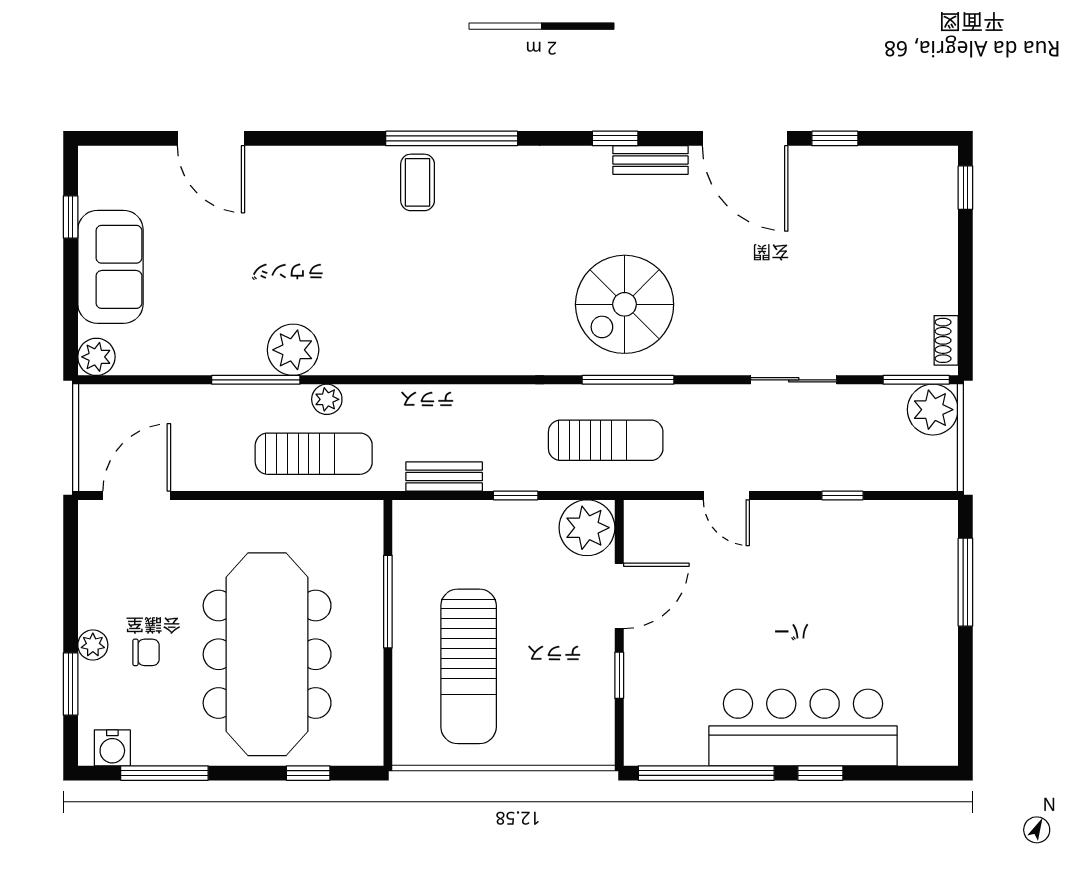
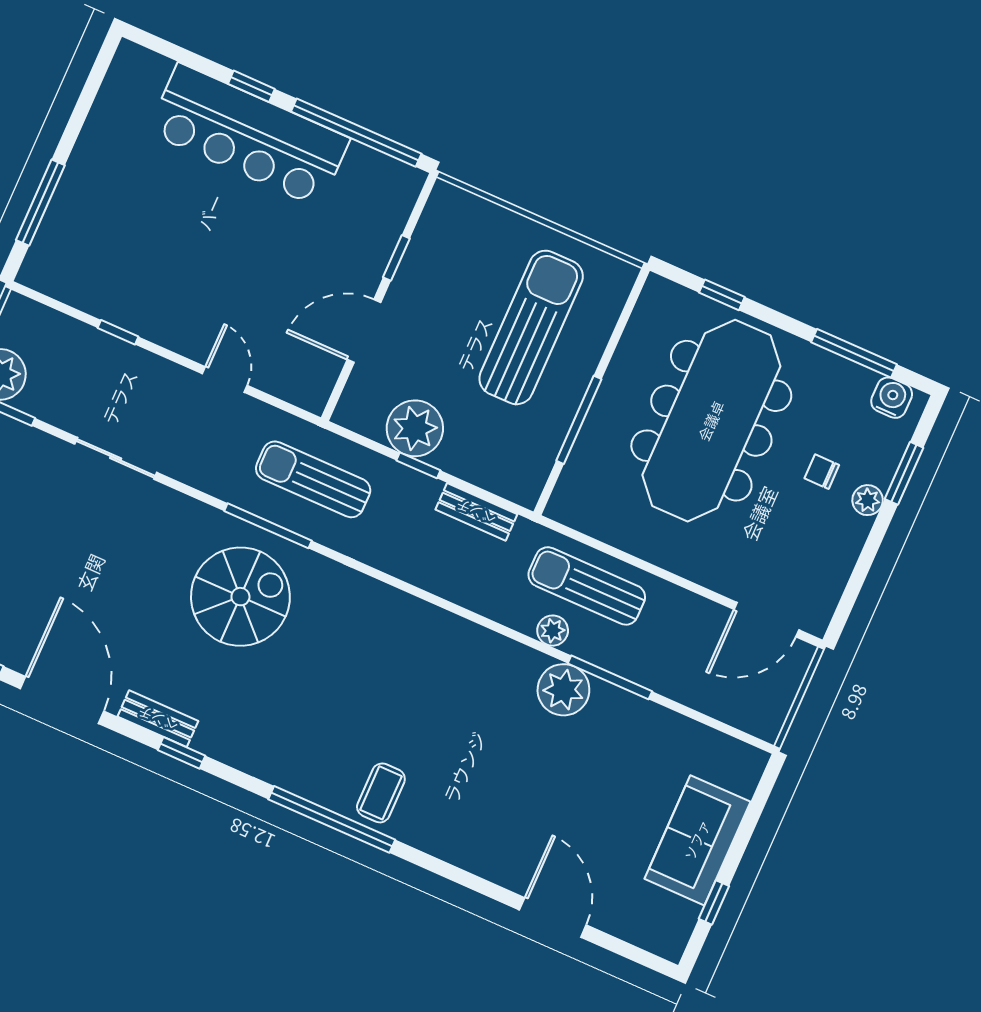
plant: (96, 357) -> (747, 763), removed
plant: (587, 528) -> (415, 428), moved

